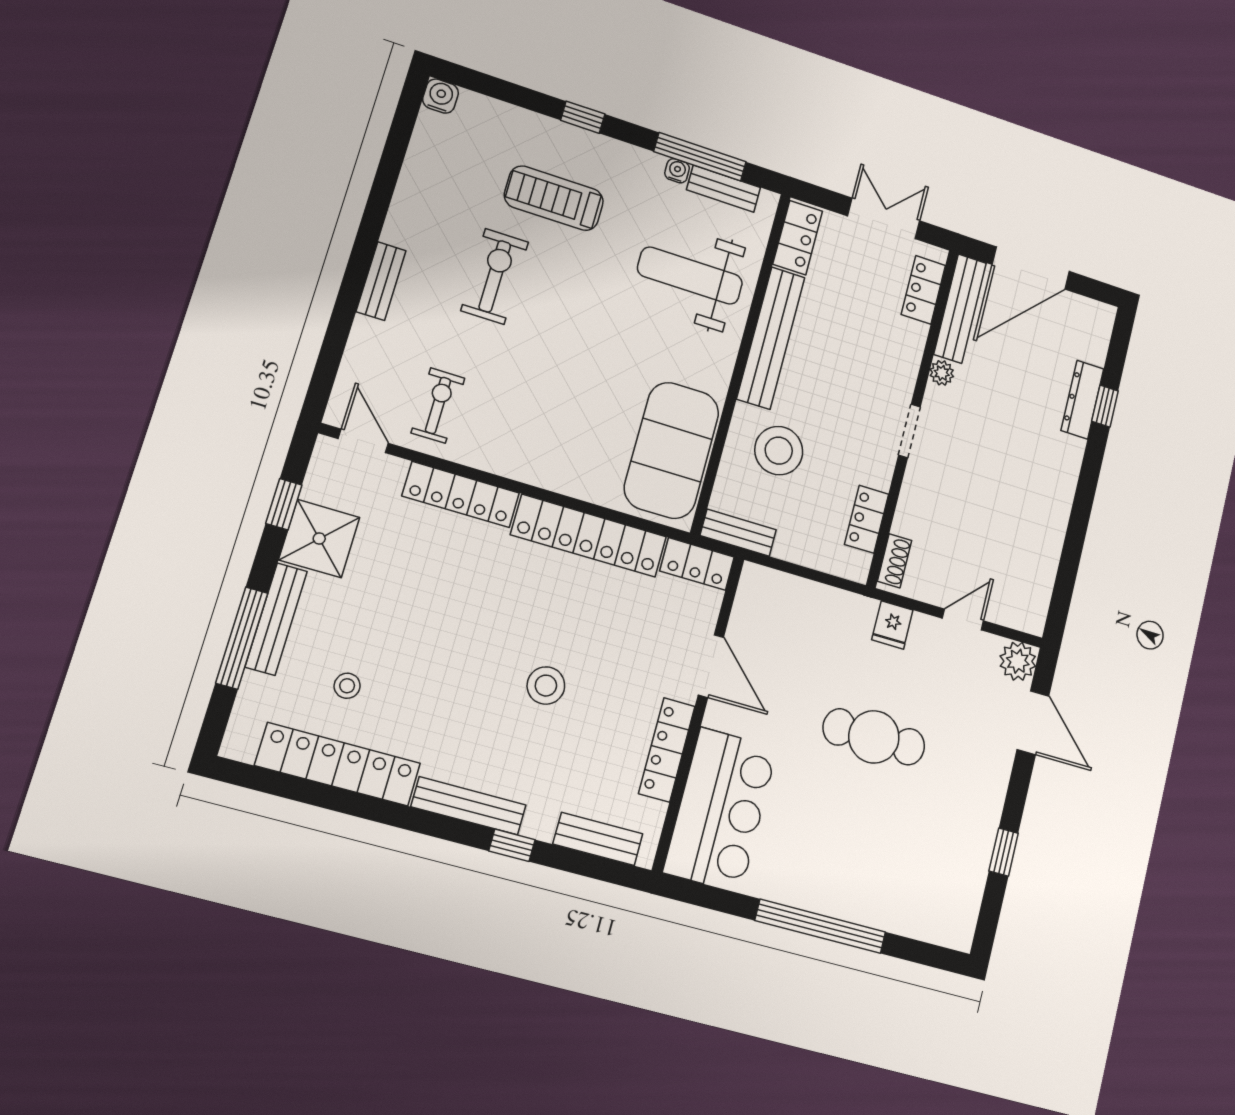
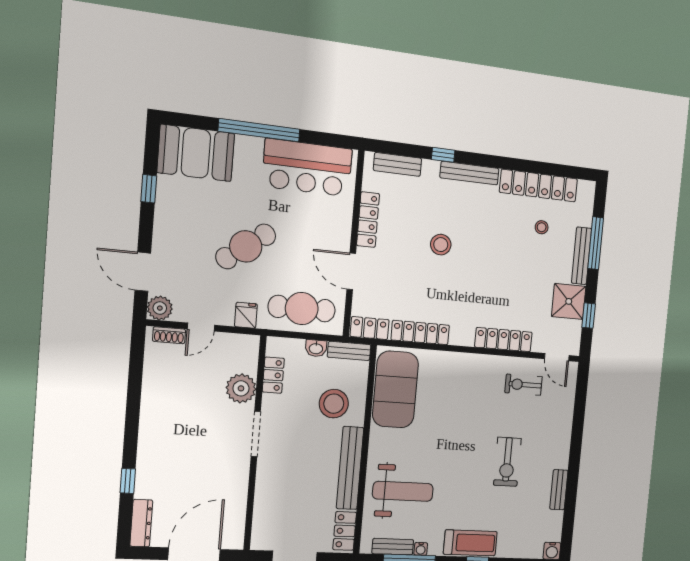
treadmill: (554, 198) -> (470, 543), moved
bench: (381, 281) -> (559, 490), moved
locker: (923, 290) -> (262, 522), removed
bench: (960, 309) -> (236, 517), removed
plant: (942, 373) -> (241, 388), moved, width x1.88, depth x1.88
dresser: (1082, 400) -> (141, 523), moved
exercise bike: (438, 405) -> (524, 385), turned 90
doorway: (909, 431) -> (256, 434), width x1.38
locker: (589, 536) -> (420, 333), width x0.71, depth x0.83
washbasin: (792, 549) -> (316, 348), added
shoe rack: (895, 561) -> (169, 335), moved, turned -90
cafe table: (803, 619) -> (302, 309), added
cafe table: (874, 737) -> (246, 246), turned -37
bar counter: (721, 810) -> (307, 168), moved, turned -90
booth: (925, 900) -> (196, 153), added

